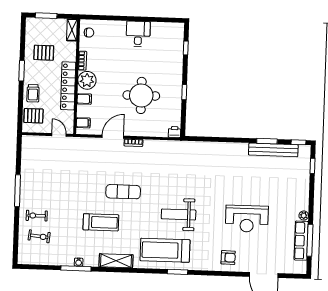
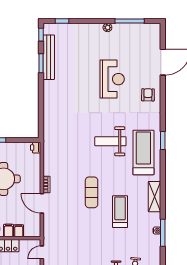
filing cabinet: (83, 123) -> (19, 231), moved
weight bench: (179, 214) -> (110, 141), turned 90
row of seats: (301, 241) -> (130, 29), removed
treadmill: (165, 250) -> (143, 152), turned 180

